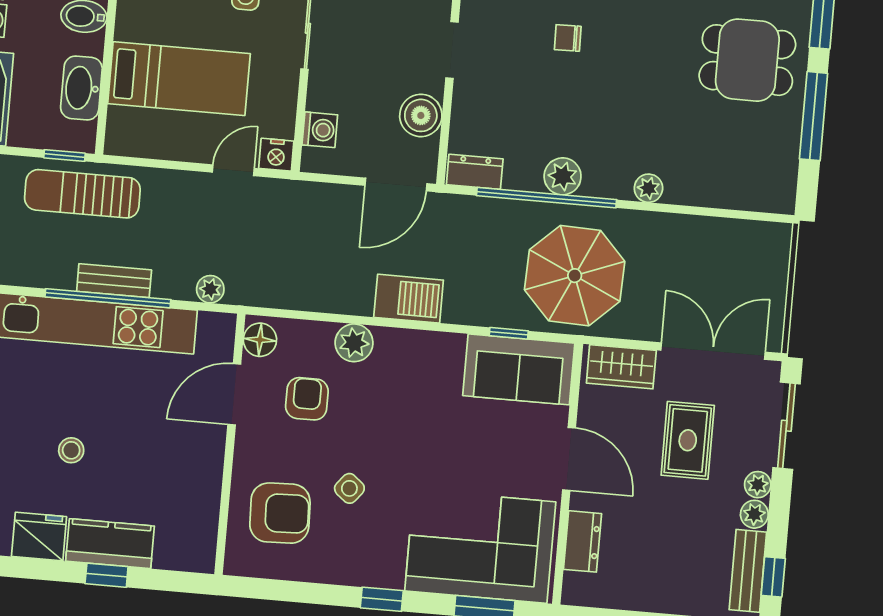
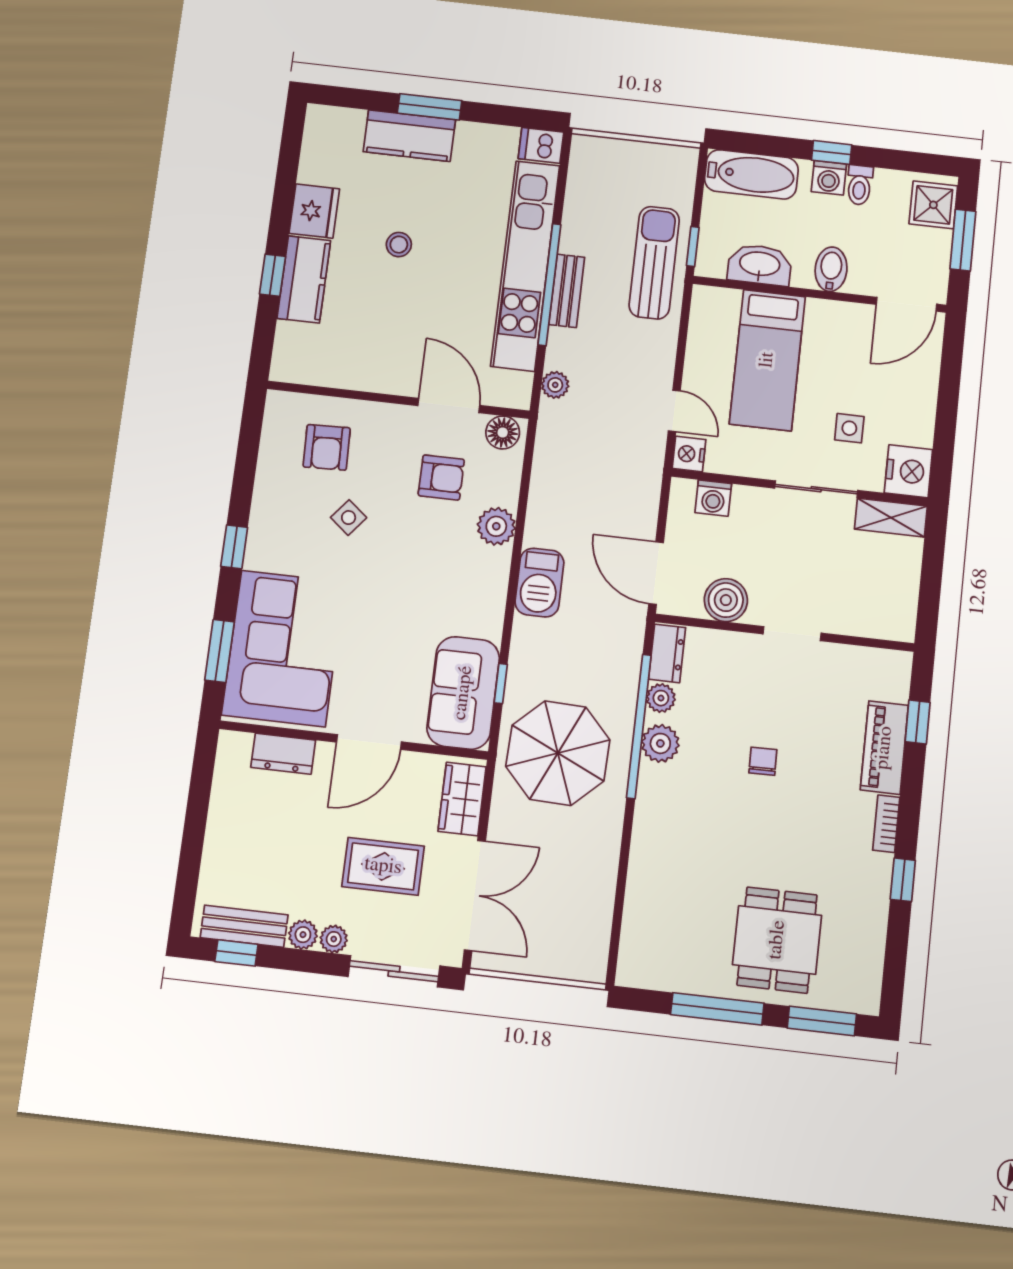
chair: (568, 38) -> (763, 761), moved
plant: (648, 188) -> (661, 698), moved
armchair: (280, 513) -> (327, 447), width x0.72, depth x0.72

